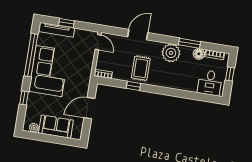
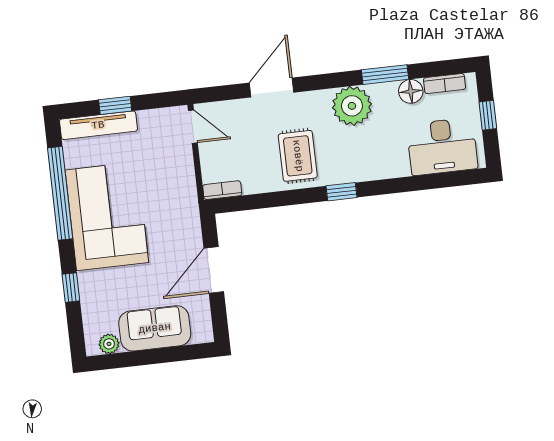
desk: (210, 83) -> (442, 146), width x1.37
window: (133, 86) -> (341, 192), moved

